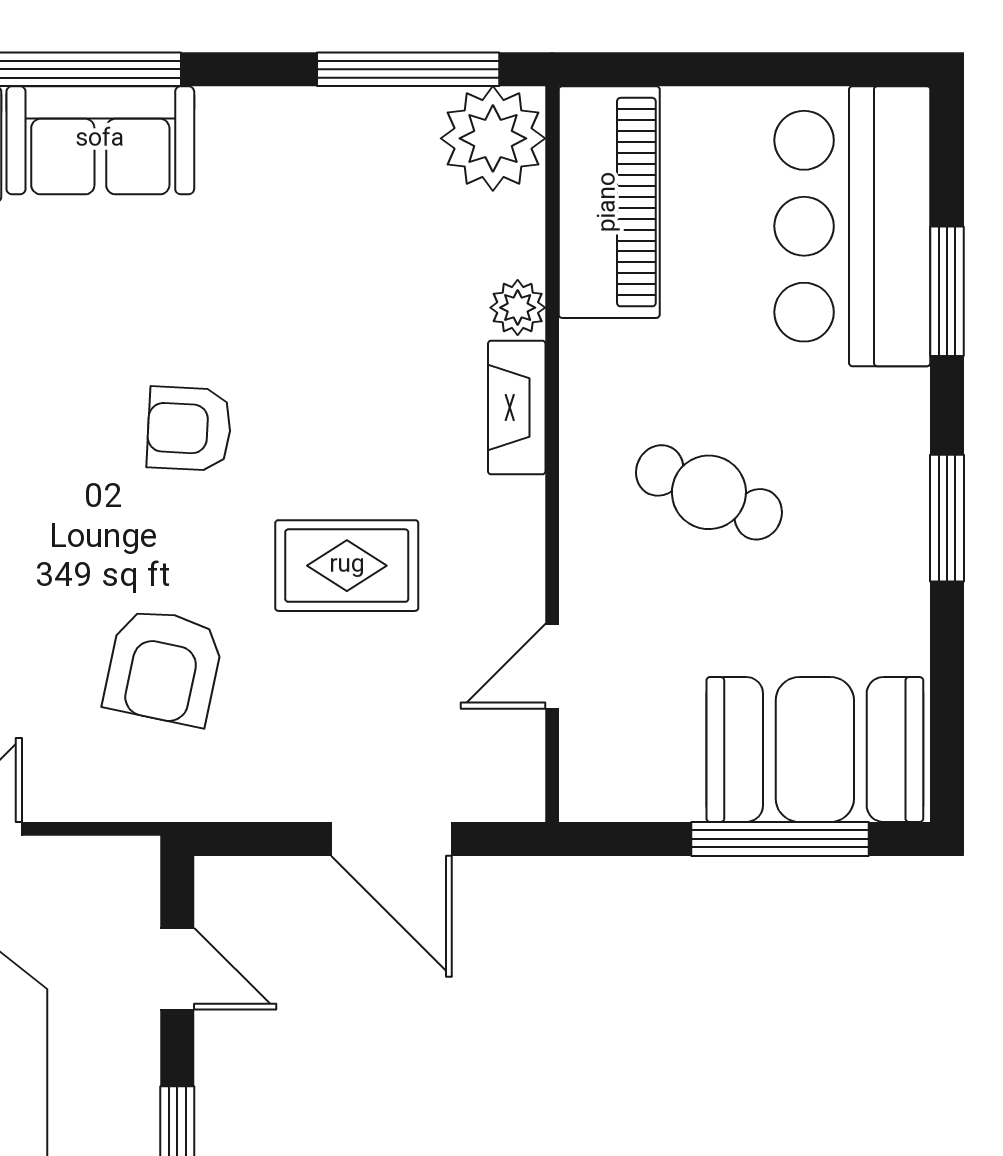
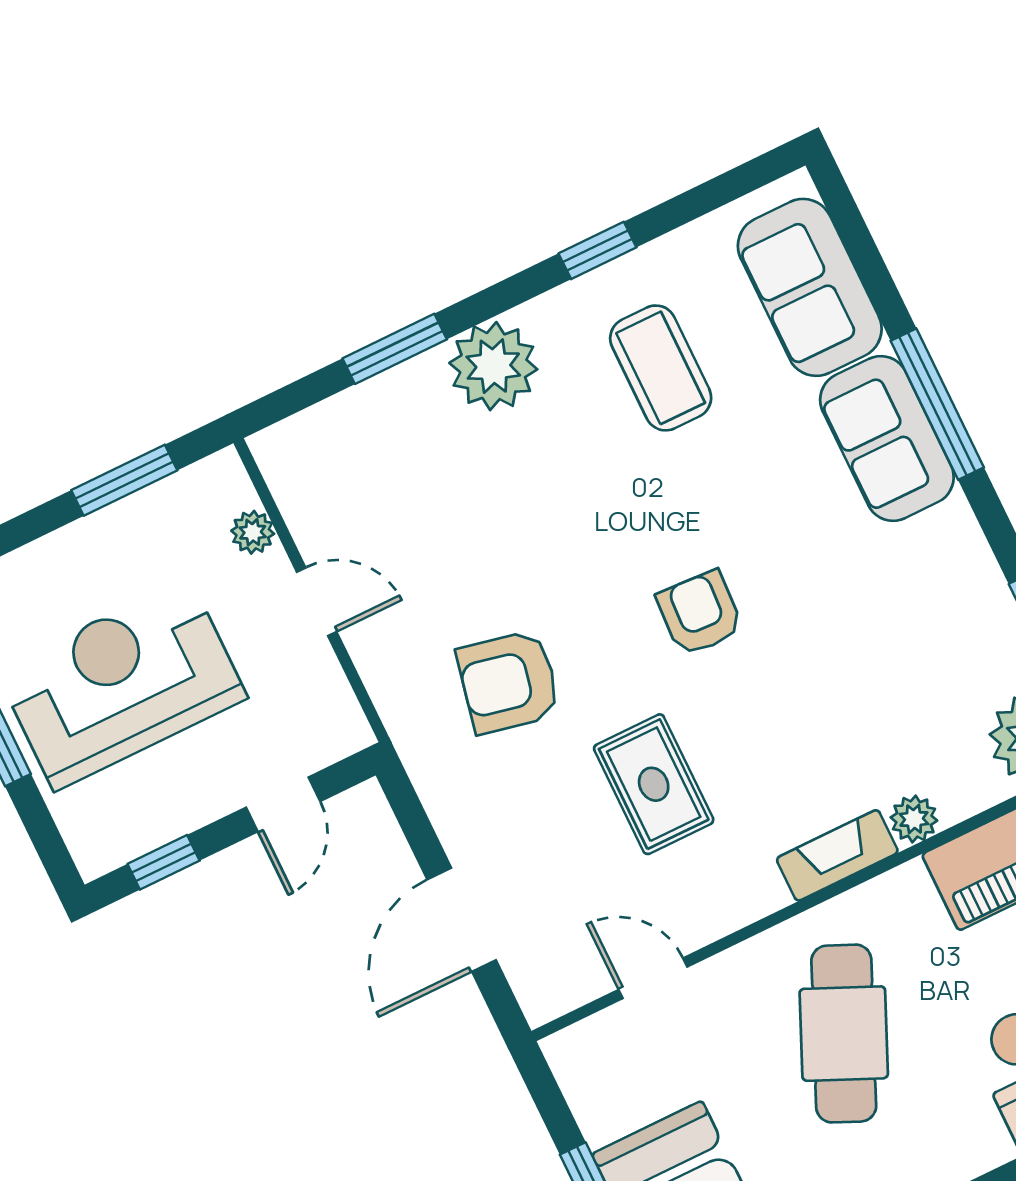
cafe table: (709, 492) -> (844, 1034), width x1.37, depth x1.35

